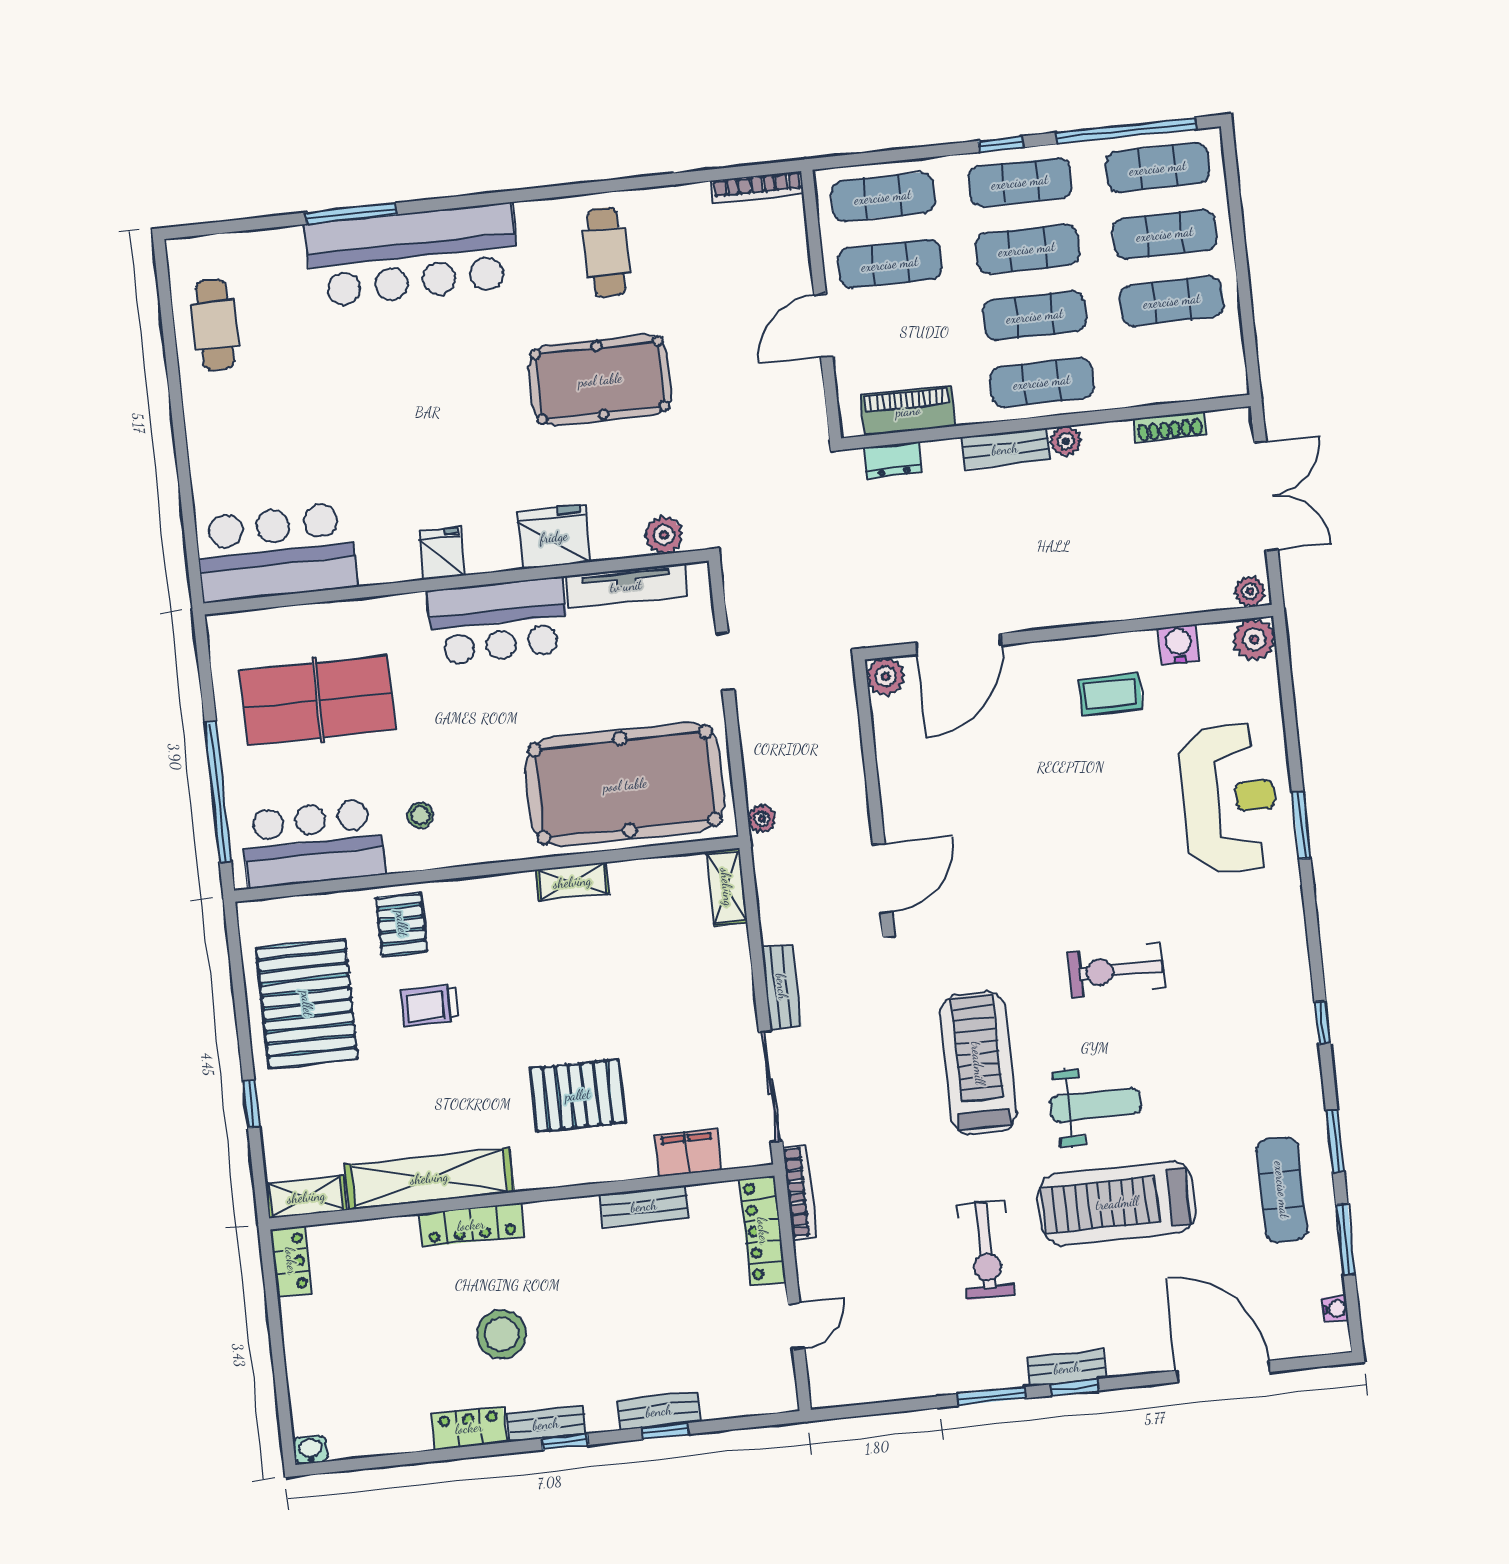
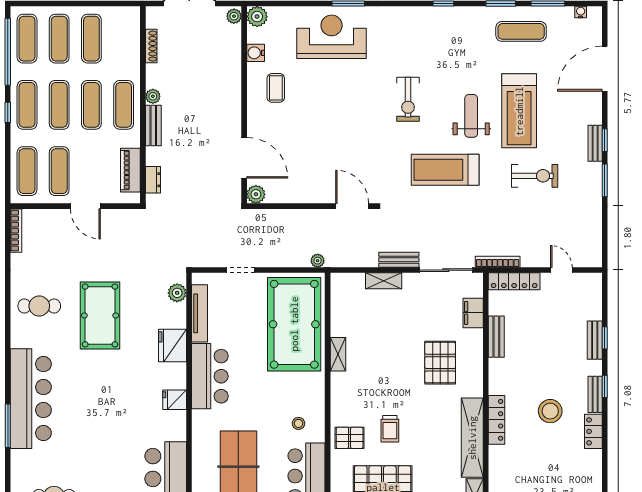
shelving: (727, 887) -> (384, 281), moved

